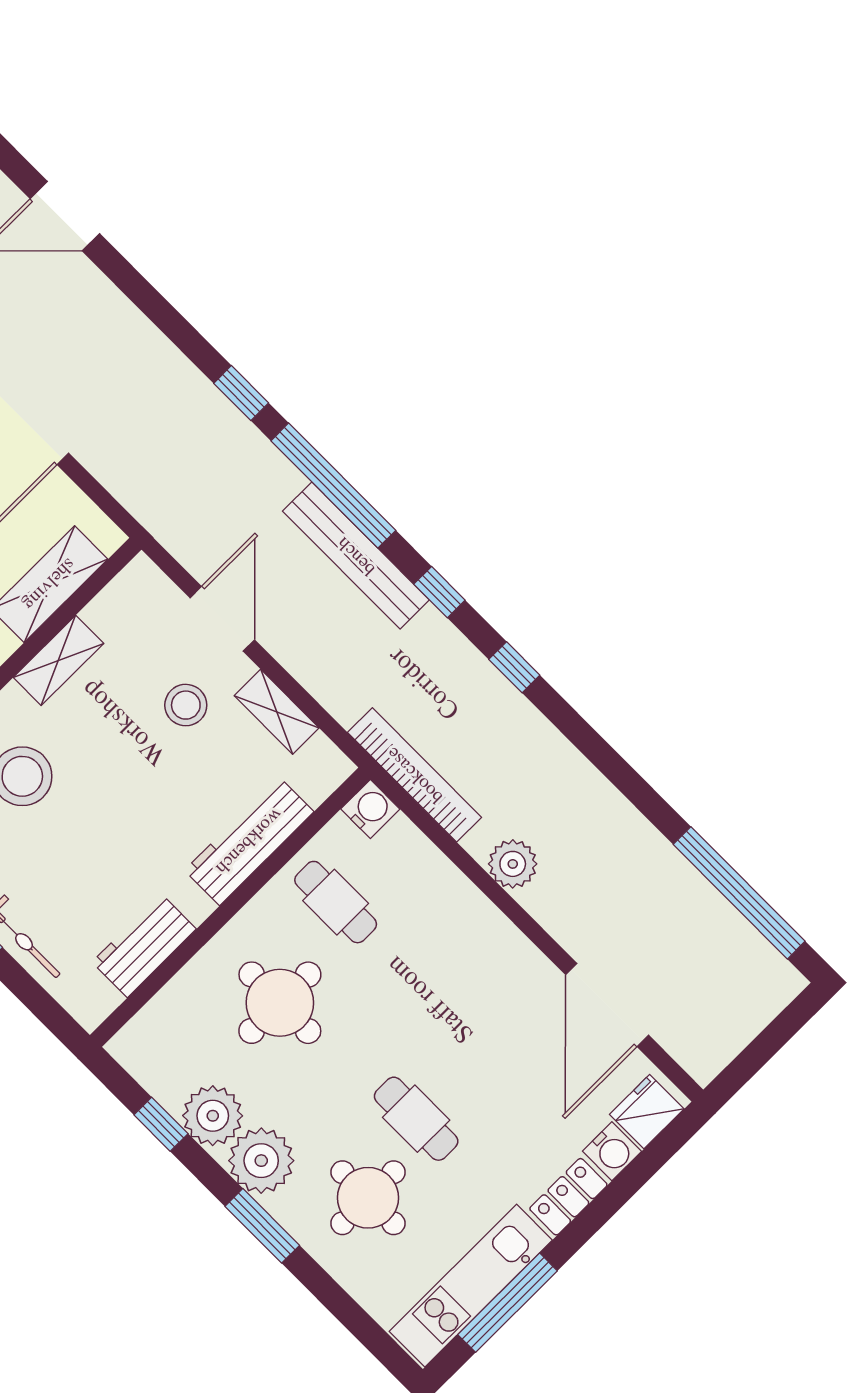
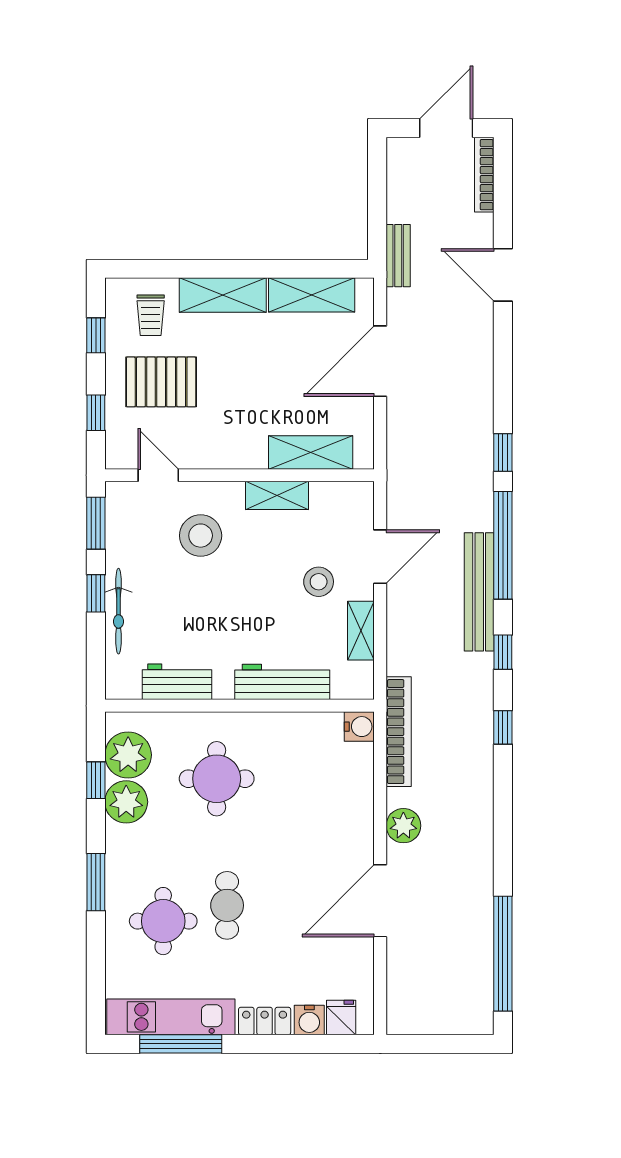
cafe table: (336, 902) -> (295, 756), removed
door: (607, 1005) -> (380, 901), moved
fridge: (647, 1112) -> (341, 1018), width x0.72
plant: (261, 1161) -> (128, 755), moved

